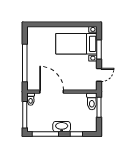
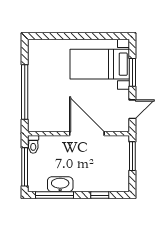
door: (52, 92) -> (87, 134), moved
toilet: (92, 101) -> (122, 148), removed
washbasin: (62, 127) -> (60, 184), moved

